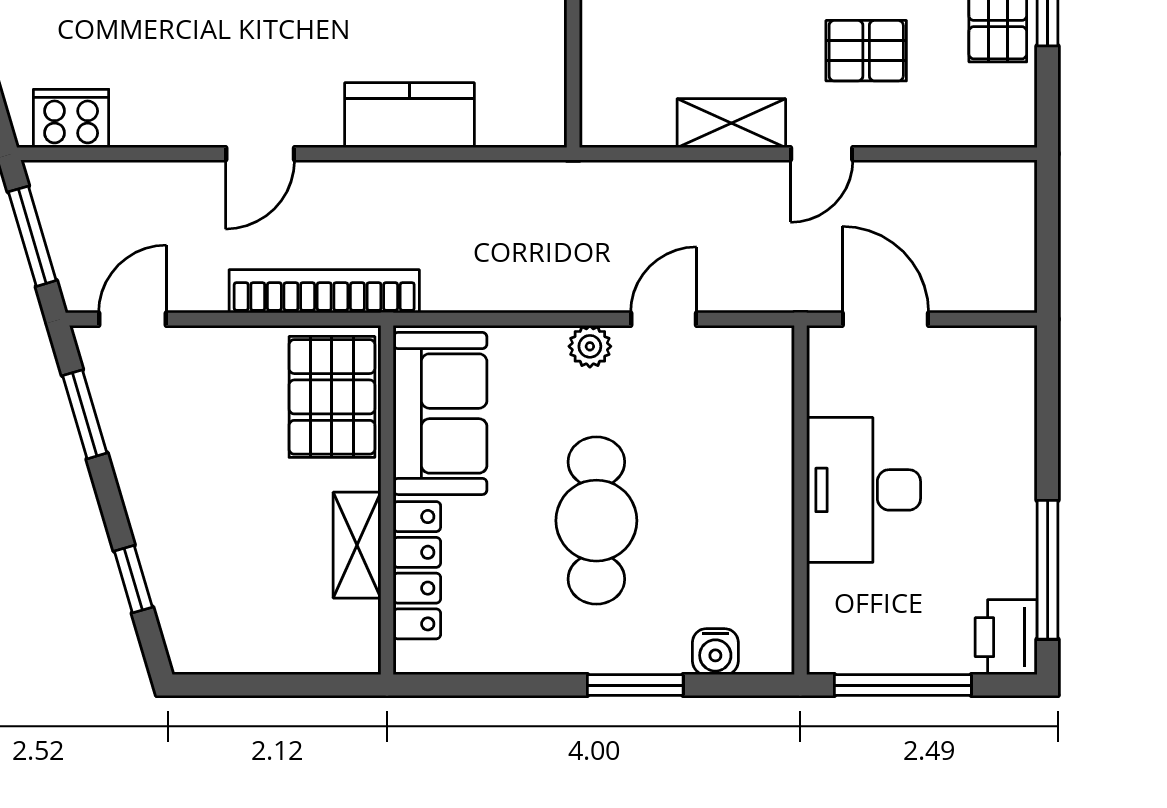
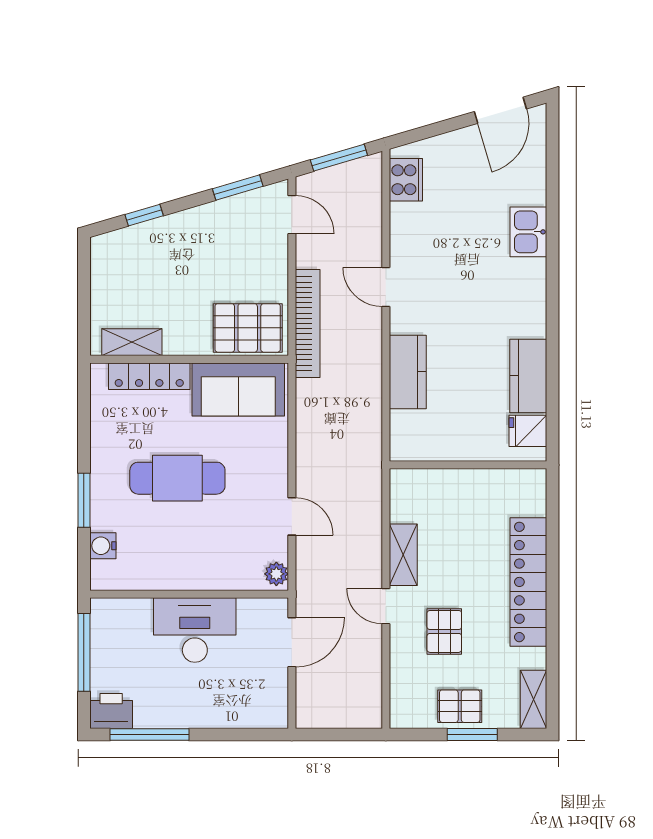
plant: (590, 346) -> (276, 574), moved
shelving: (357, 545) -> (132, 342), moved

